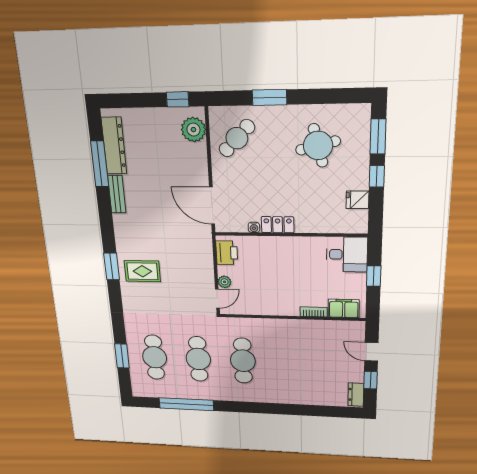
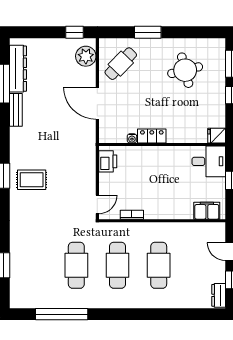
fridge: (358, 200) -> (217, 136), moved
door: (212, 206) -> (97, 103), moved
plant: (225, 282) -> (105, 188), removed
bookcase: (314, 312) -> (132, 215), moved
cafe table: (155, 357) -> (159, 265), moved

